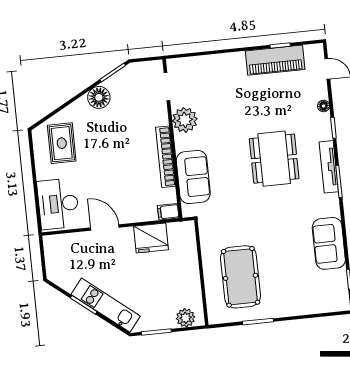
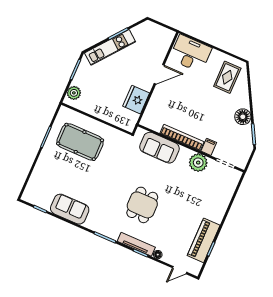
rug: (62, 143) -> (227, 77), turned 90
dining table: (274, 159) -> (142, 205), width x0.73
tv unit: (329, 167) -> (136, 244), moved
filing cabinet: (168, 212) -> (209, 147), moved

